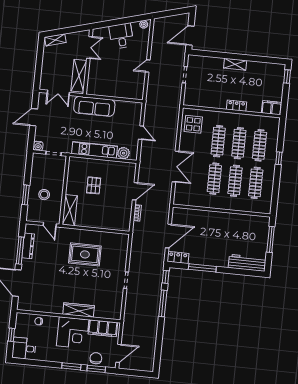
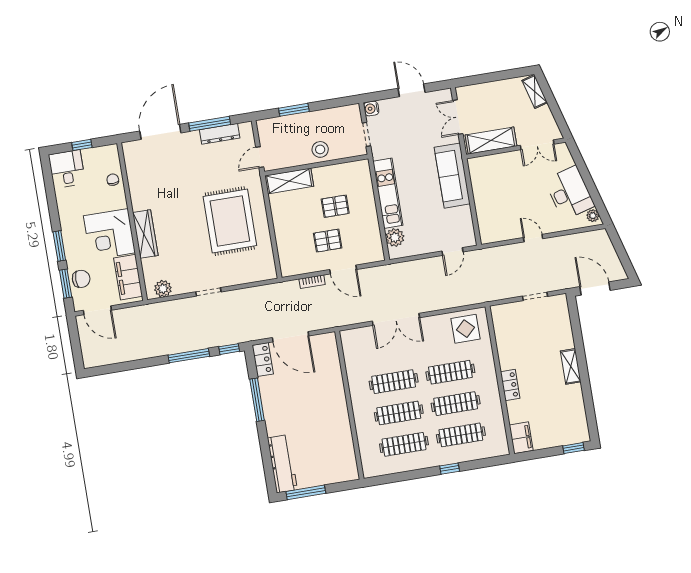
desk: (121, 36) -> (570, 193), width x1.37
door: (141, 133) -> (452, 251), moved
stool: (44, 195) -> (320, 149), moved
pallet: (114, 196) -> (328, 241), added
window: (271, 239) -> (306, 492), moved
rug: (85, 254) -> (230, 221), width x1.37, depth x1.44
plant: (116, 308) -> (163, 289), added

